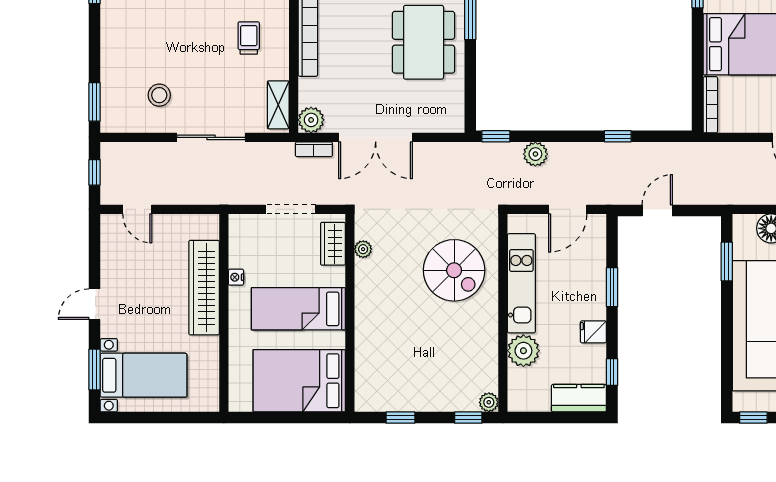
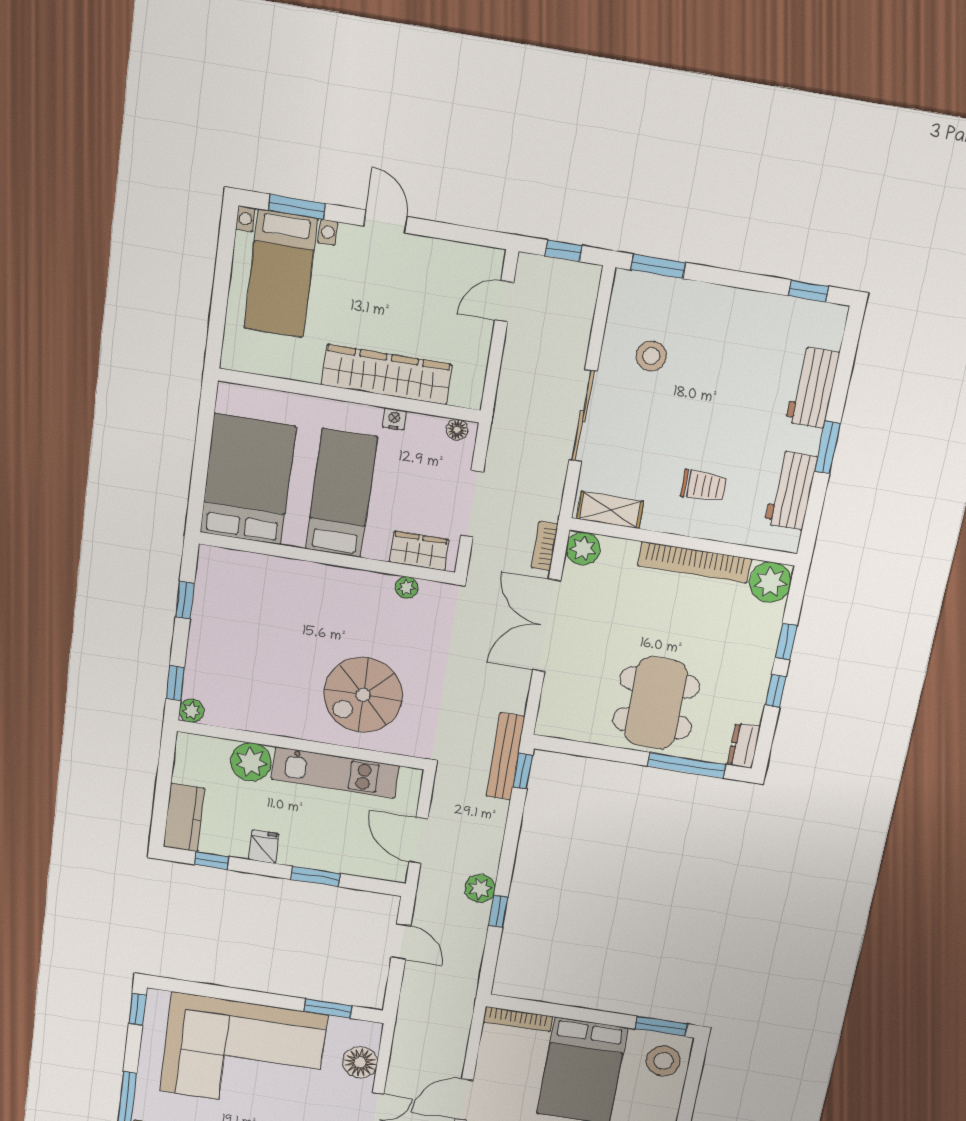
dining table: (424, 42) -> (656, 703), turned 90
bench: (486, 152) -> (505, 756), added
plant: (535, 154) -> (480, 888), moved
floor lamp: (236, 229) -> (457, 430), added

